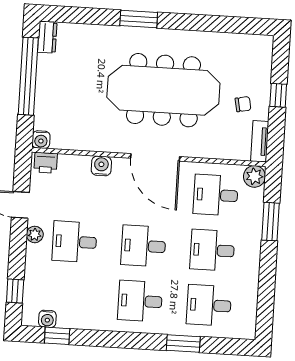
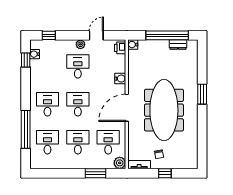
dresser: (47, 37) -> (178, 45), moved
window: (183, 344) -> (26, 129), width x2.11

